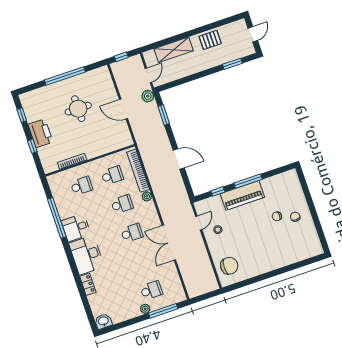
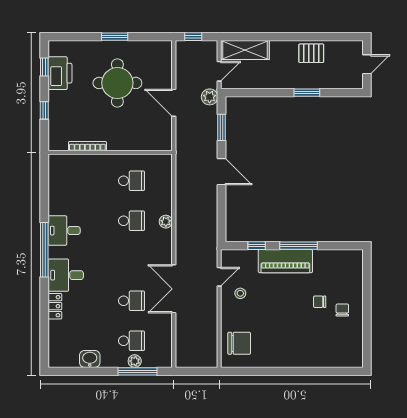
shelving: (174, 50) -> (245, 50), moved
window: (232, 64) -> (307, 93), moved
window: (65, 76) -> (115, 37), width x0.47
round table: (78, 109) -> (117, 83), width x1.36, depth x1.36
printer: (40, 133) -> (60, 73), moved
door: (179, 159) -> (221, 172), moved
bookcase: (138, 171) -> (166, 186), removed
school desk: (82, 186) -> (89, 181), removed
window: (57, 218) -> (44, 250), moved
school desk: (132, 233) -> (132, 301), moved
desk: (87, 255) -> (66, 275), width x0.73
plant: (145, 309) -> (135, 361), moved
washbasin: (103, 321) -> (90, 359), moved

